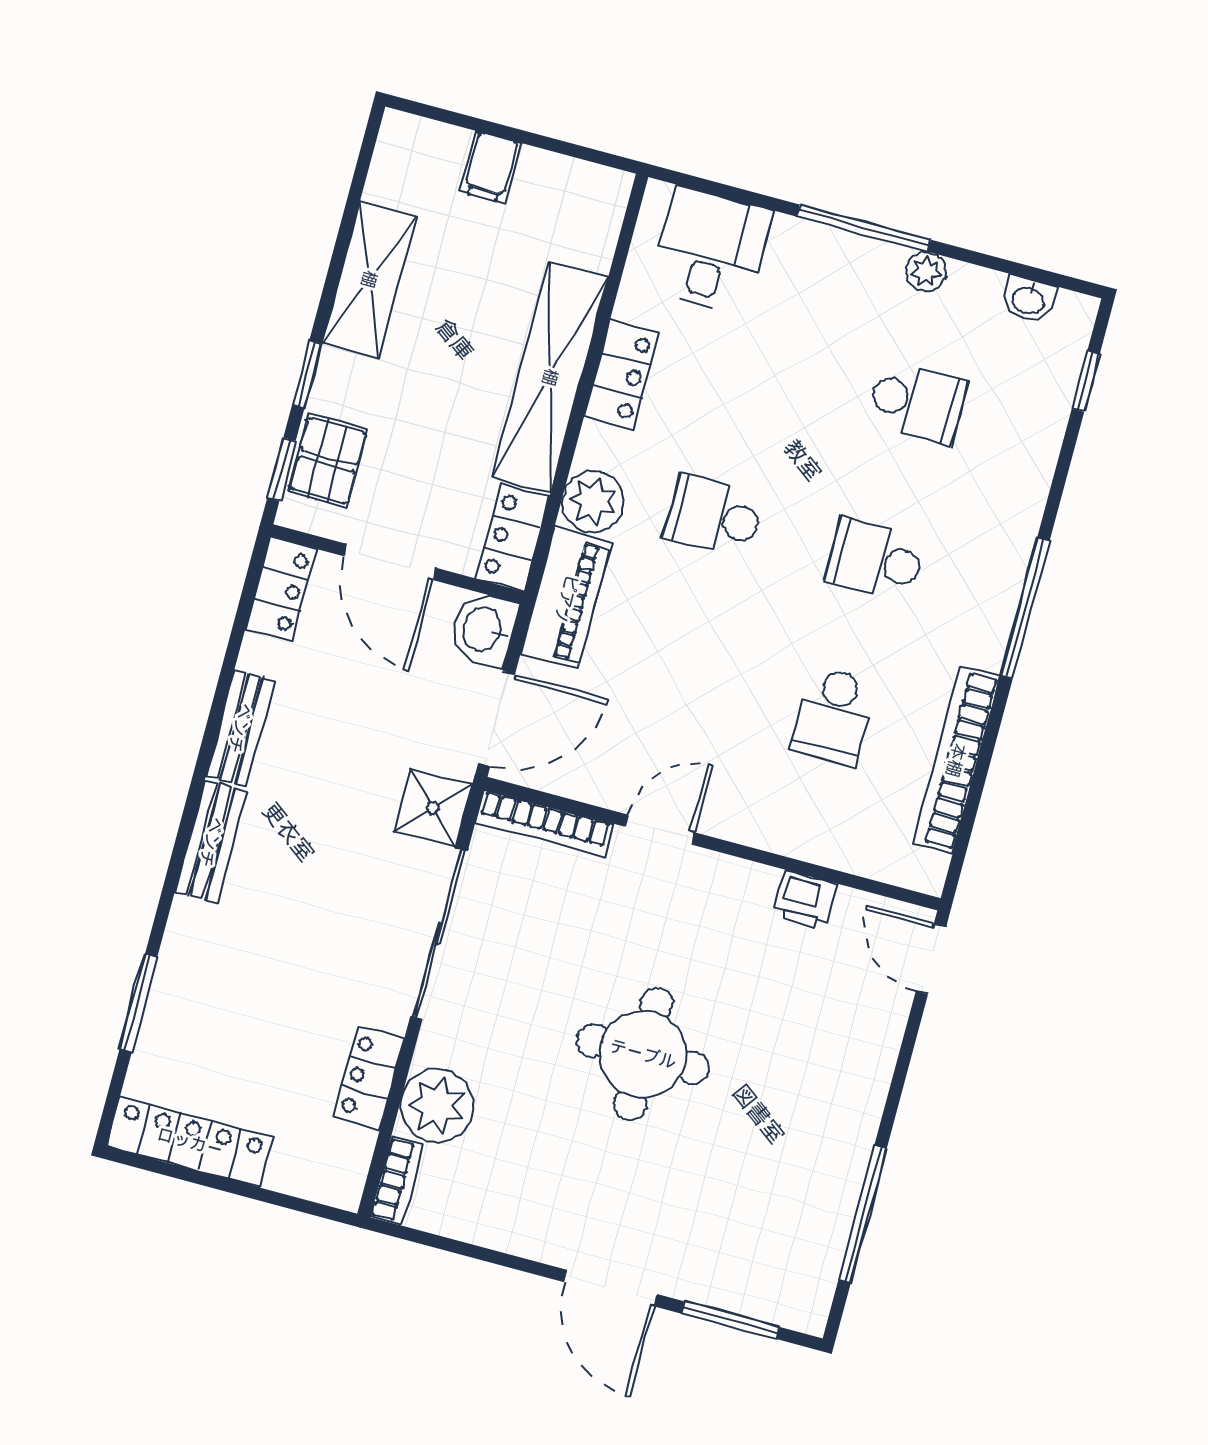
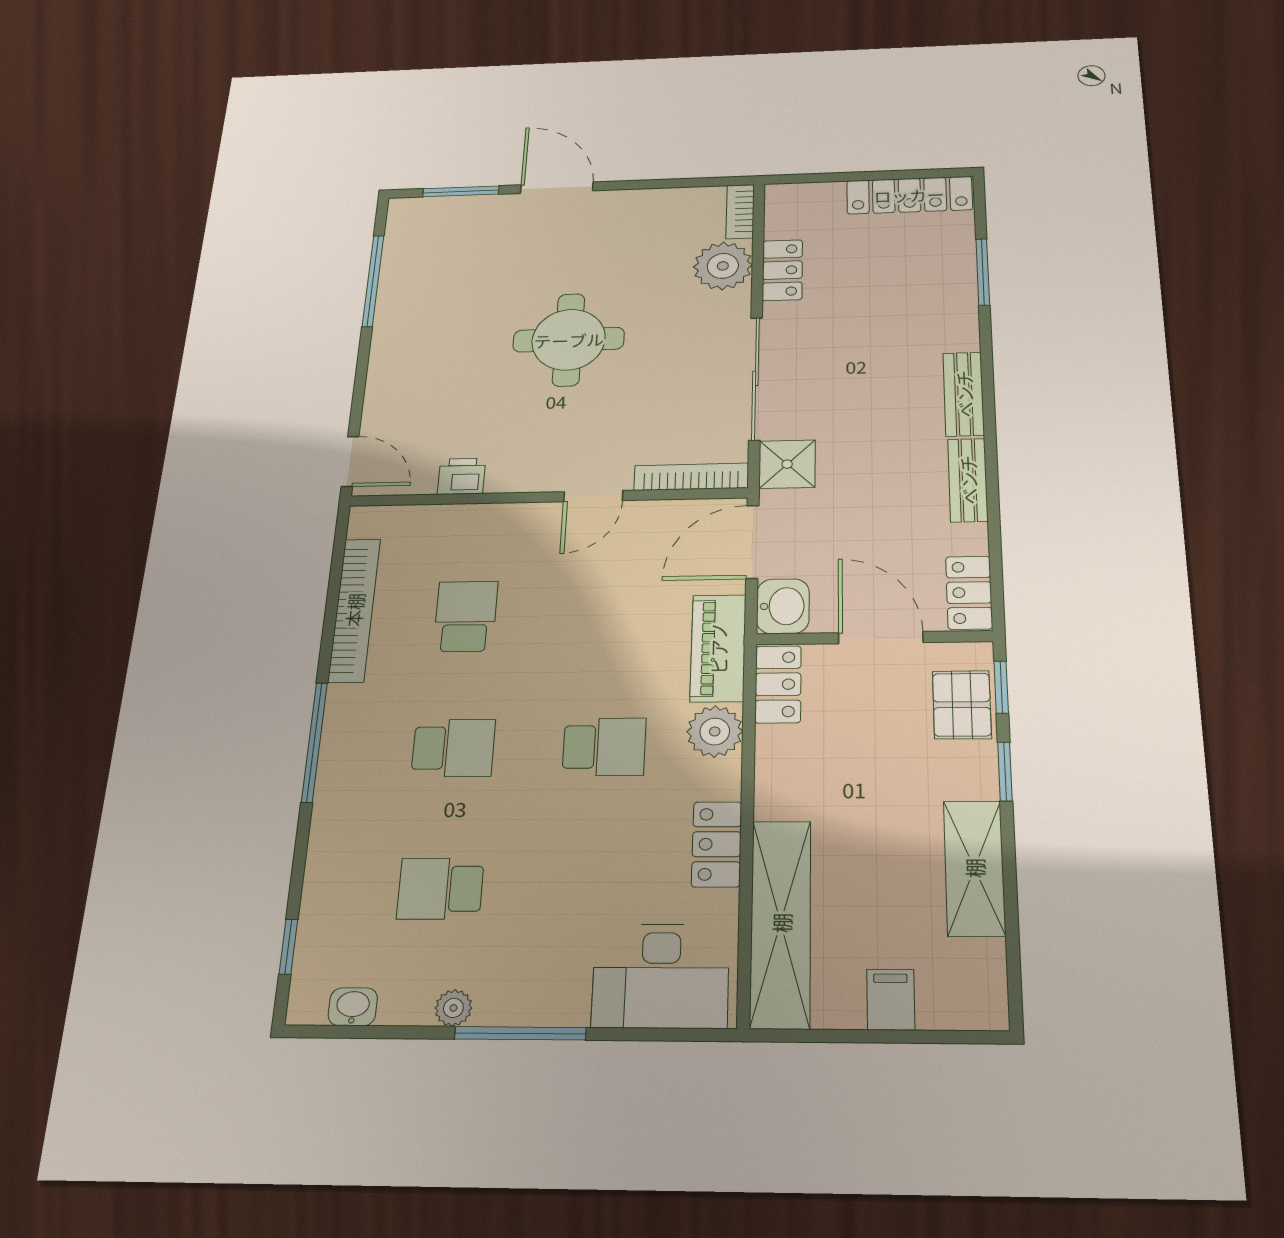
desk: (711, 250) -> (661, 976), width x1.37
shelving: (550, 377) -> (781, 923), moved

